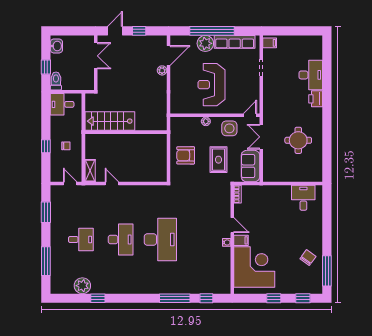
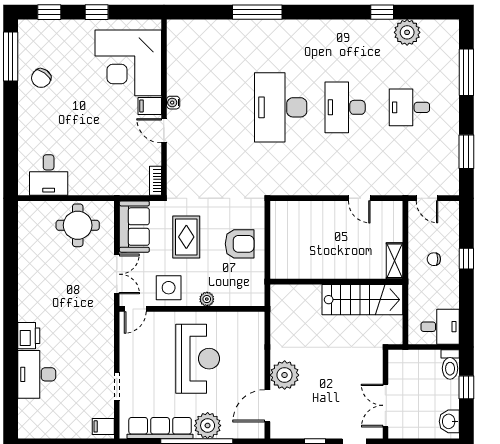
plant: (162, 70) -> (285, 375), width x1.87, depth x1.87
round table: (298, 140) -> (78, 225), moved
shelving: (90, 171) -> (395, 261), moved
window: (206, 298) -> (206, 12), removed

